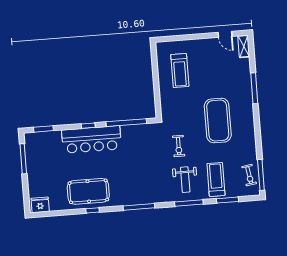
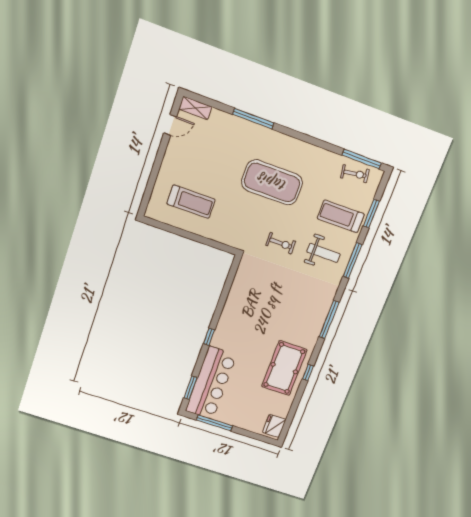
window: (126, 123) -> (225, 292), removed
bar counter: (91, 139) -> (211, 383), moved

